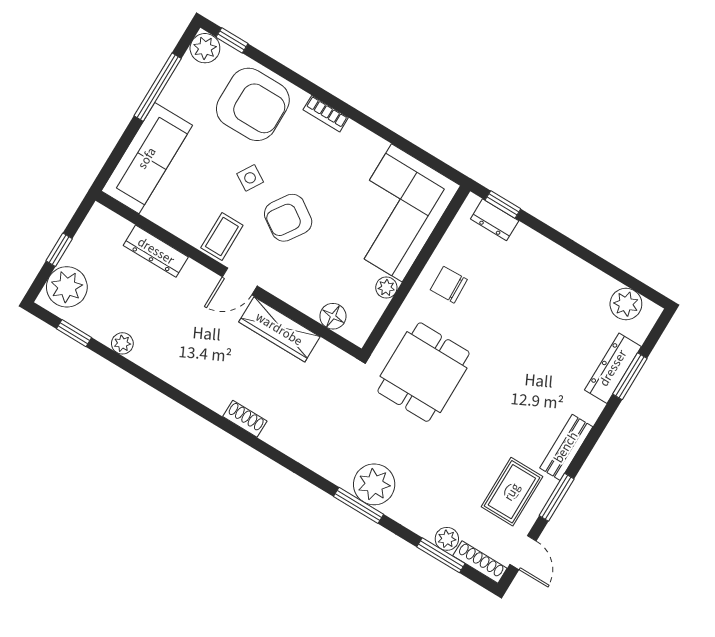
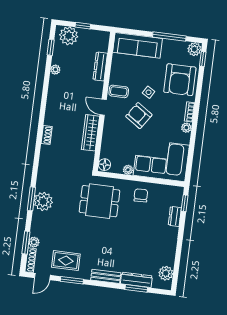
plant: (354, 134) -> (186, 128), added
dresser: (495, 220) -> (175, 216), moved
floor lamp: (333, 316) -> (105, 165), moved
bench: (566, 447) -> (106, 276), moved

